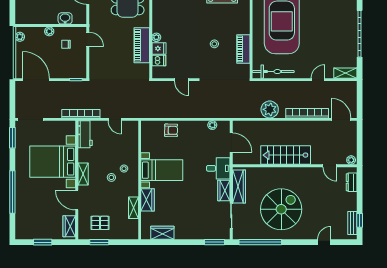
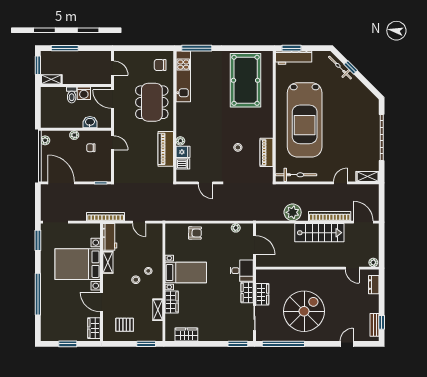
stairs: (286, 155) -> (319, 233), moved, turned 180
shelving: (83, 174) -> (108, 262), moved
wardrobe: (239, 187) -> (262, 294), width x0.67
window: (99, 242) -> (146, 344), moved

